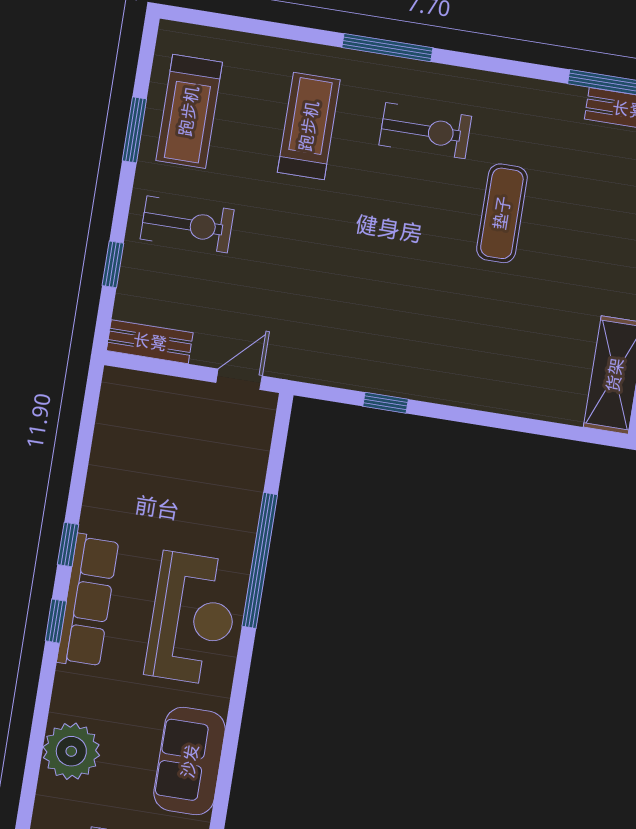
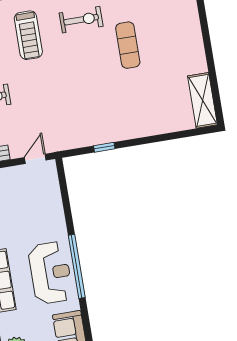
treadmill: (309, 126) -> (28, 35), turned 180
window: (260, 560) -> (77, 266), moved

